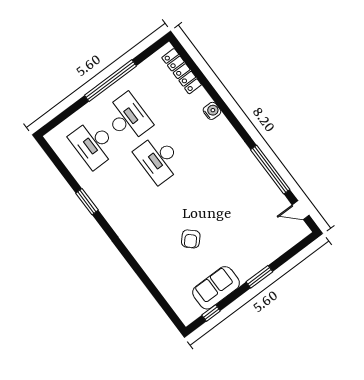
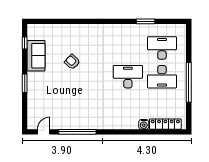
water cooler: (212, 111) -> (144, 124), moved
window: (87, 202) -> (146, 21), moved

